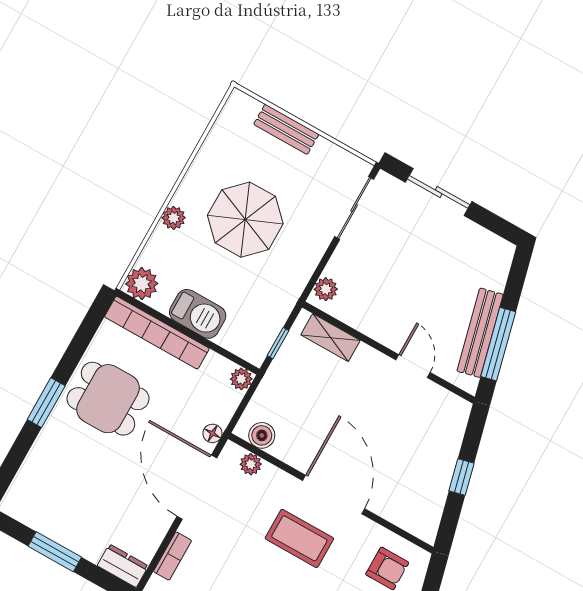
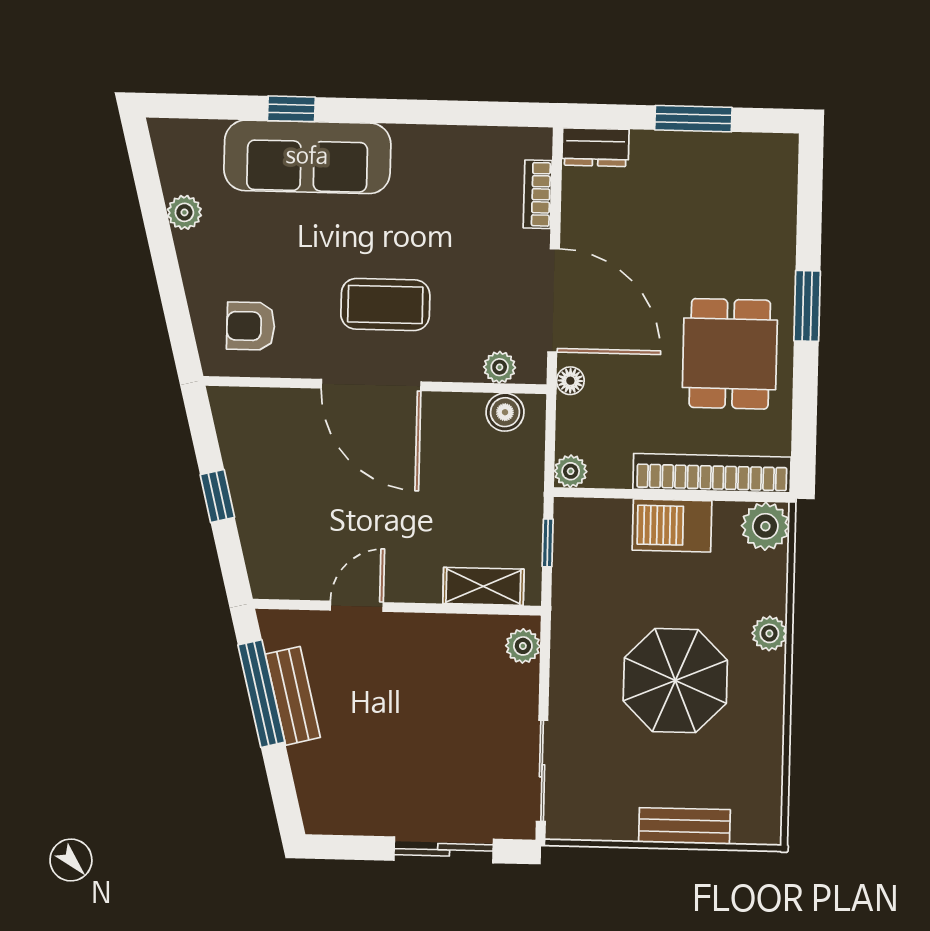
bench: (480, 333) -> (293, 696), width x0.73
door: (413, 366) -> (357, 606), swing flipped
dining table: (108, 399) -> (730, 354), turned 90

